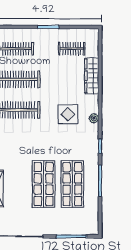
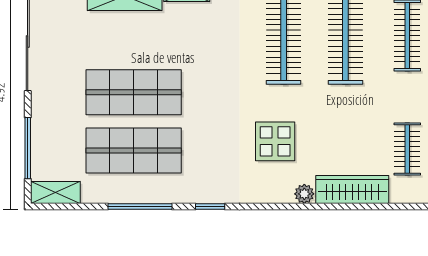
plant: (94, 118) -> (304, 194), moved
shelving: (93, 223) -> (55, 193), added

